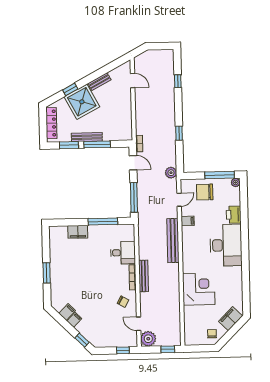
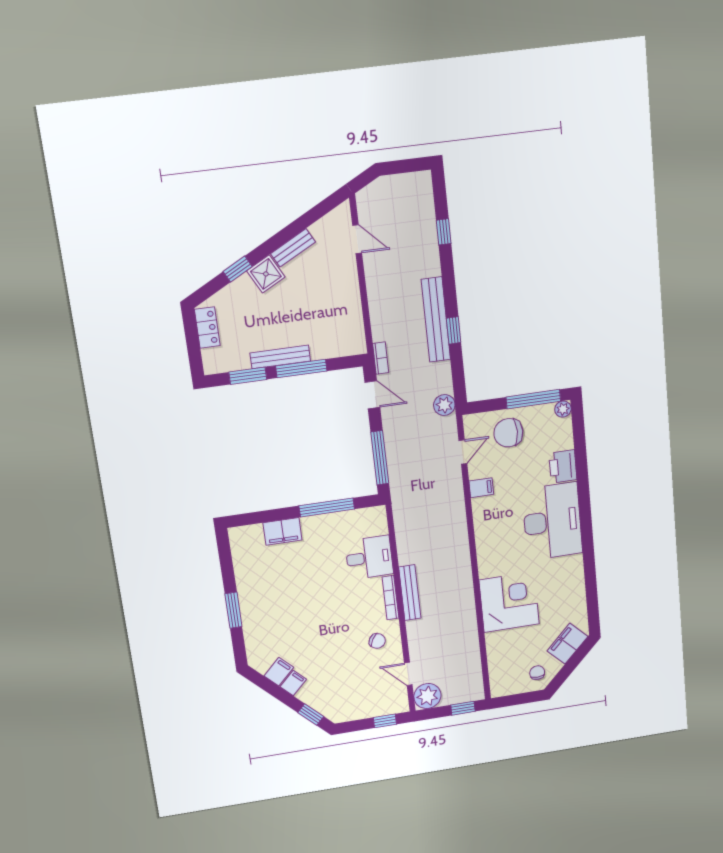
shower: (82, 102) -> (266, 274), width x0.54, depth x0.54
locker: (51, 123) -> (207, 328), width x0.66
bench: (173, 241) -> (436, 320), moved

